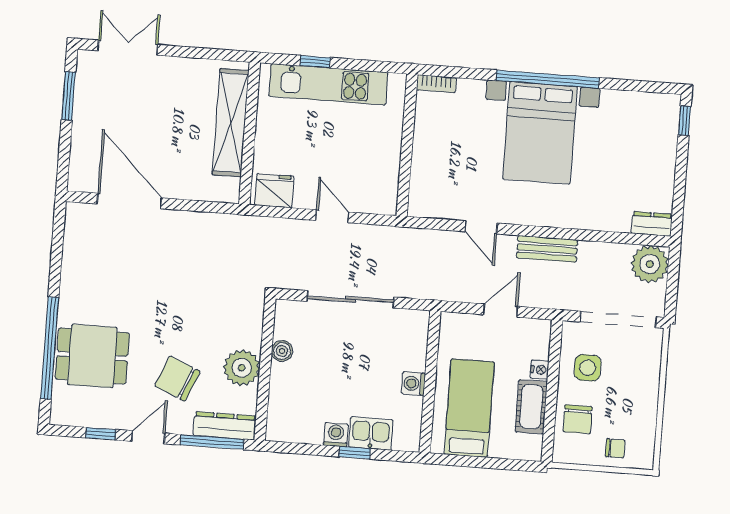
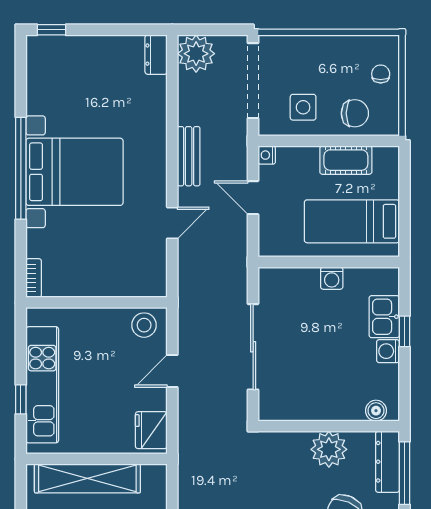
stool: (381, 191) -> (144, 325), added
boiler: (282, 351) -> (376, 411), moved
nightstand: (540, 370) -> (267, 155), moved, turned -90

